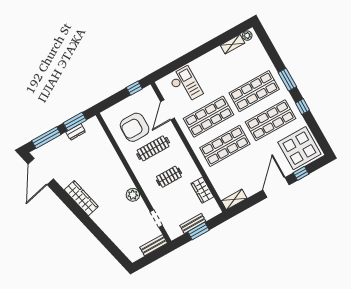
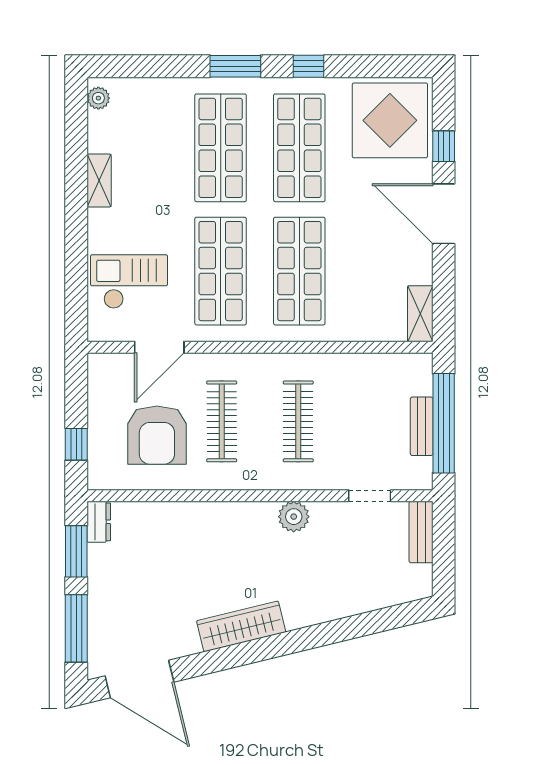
shelving: (232, 44) -> (99, 181), moved
window: (134, 88) -> (76, 444), moved
door: (168, 110) -> (159, 347), hinge flipped
dresser: (76, 132) -> (99, 522), moved
clothes rail: (169, 177) -> (298, 421), width x1.36
wardrobe: (202, 190) -> (364, 368), removed
window: (198, 231) -> (444, 423), width x2.11

